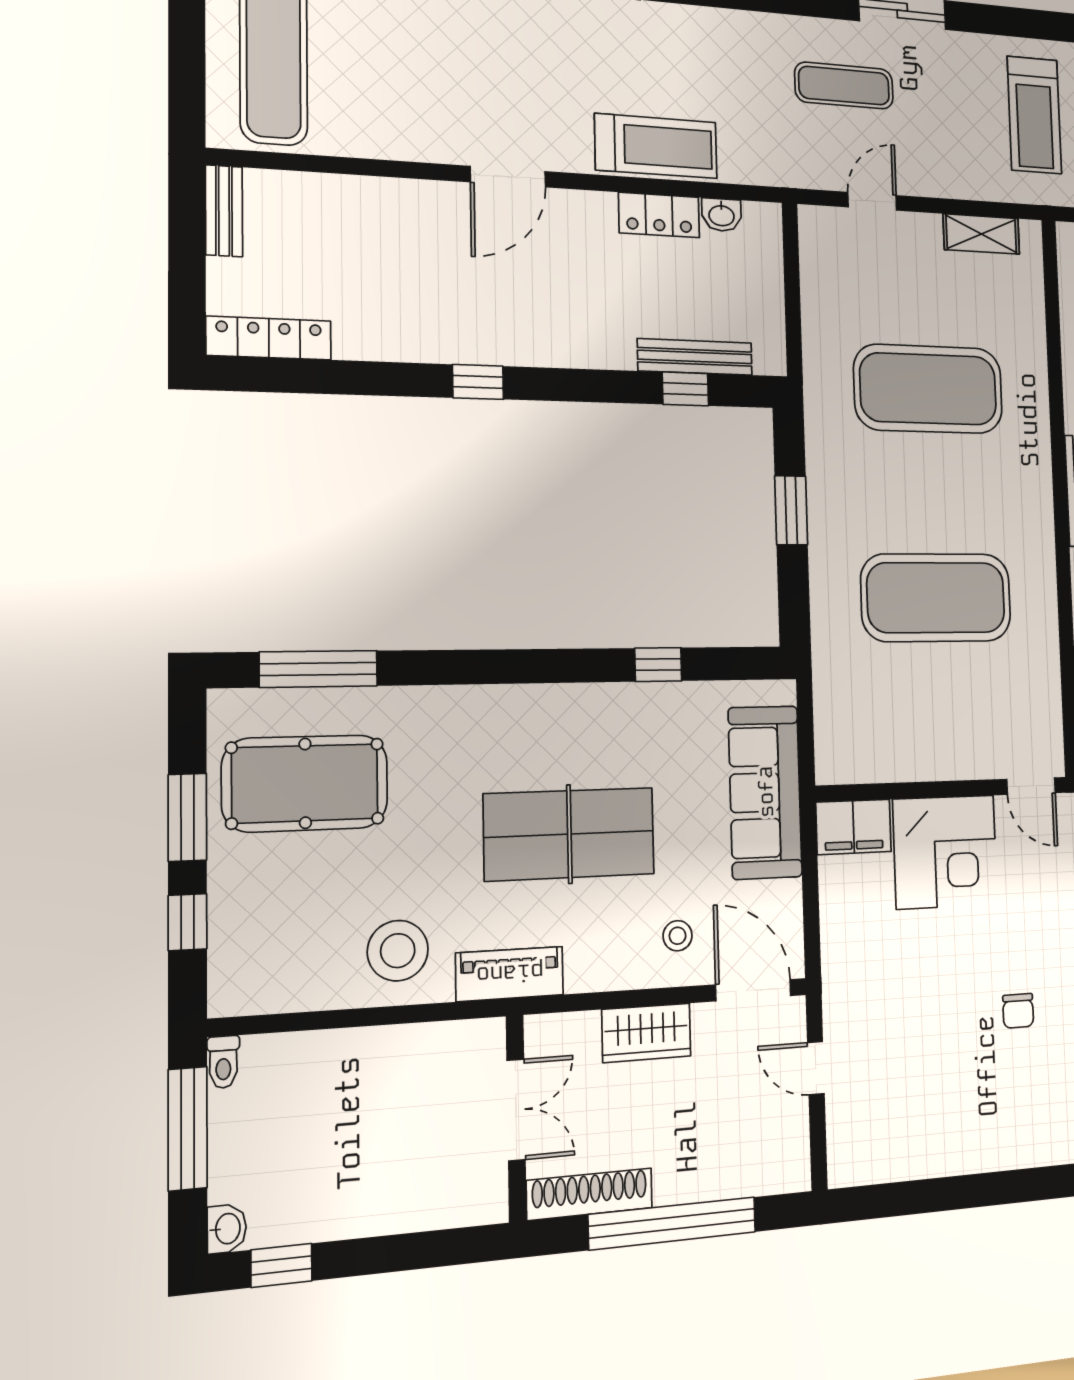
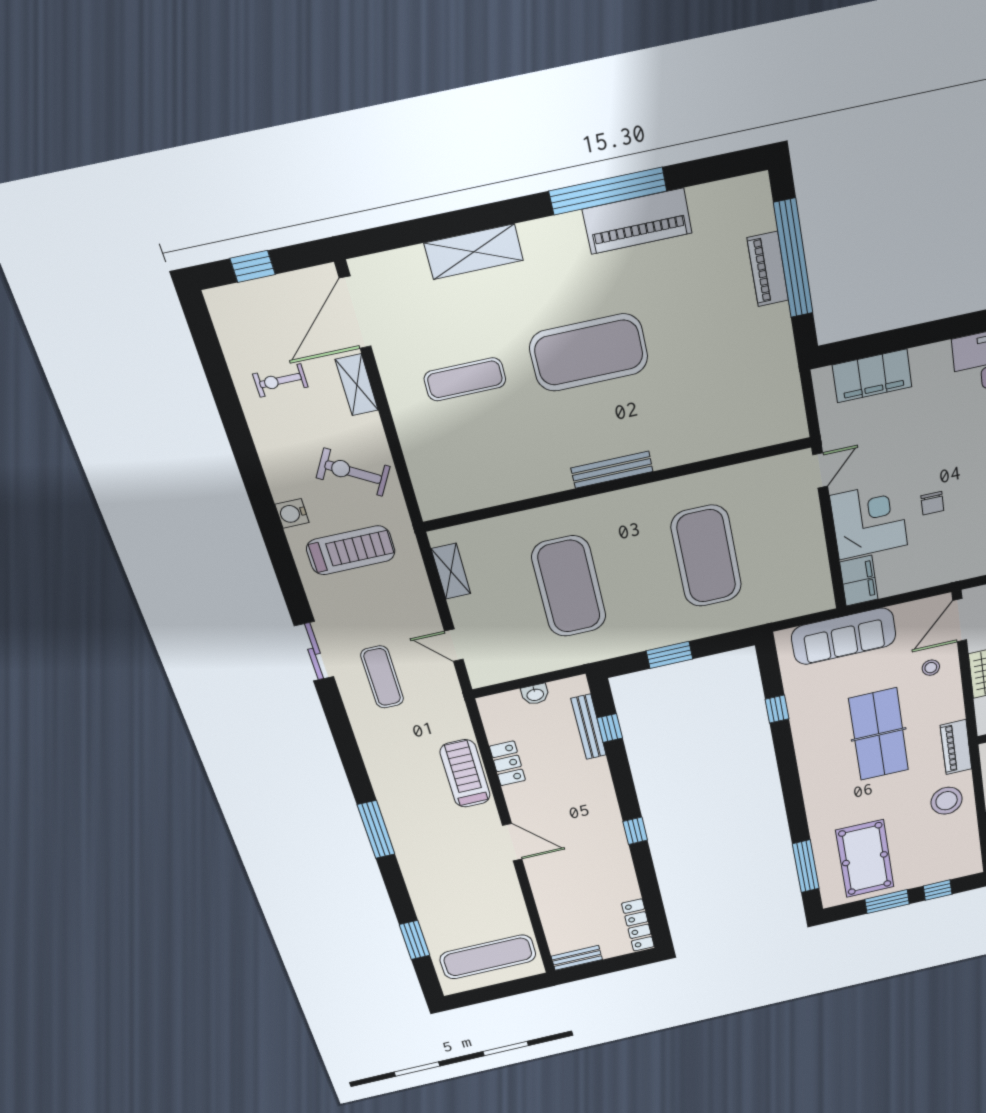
washbasin: (722, 215) -> (535, 694), moved, turned 90
chair: (1018, 1011) -> (932, 503), moved, turned 90

